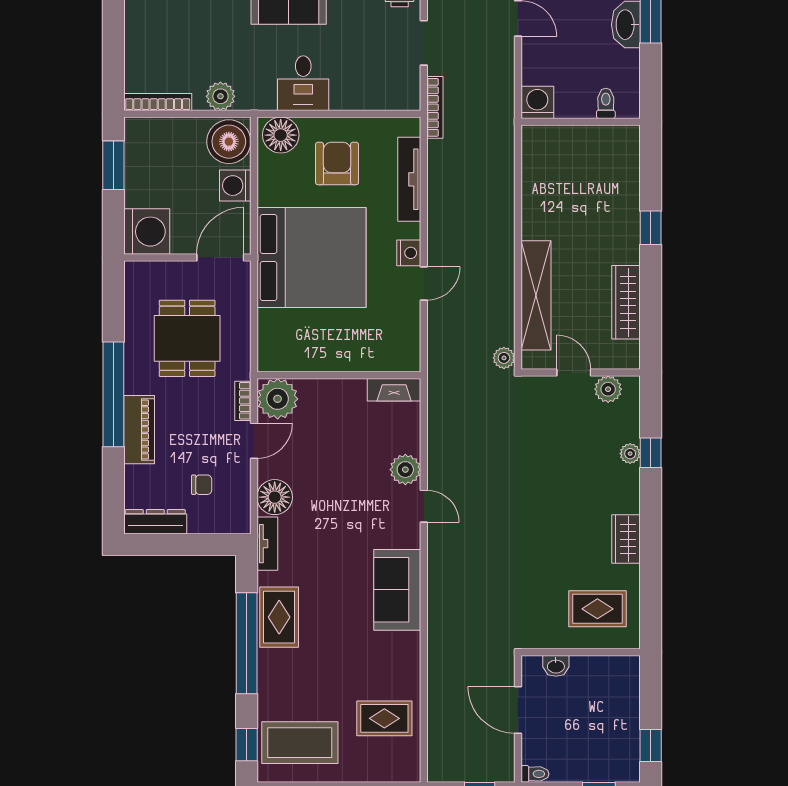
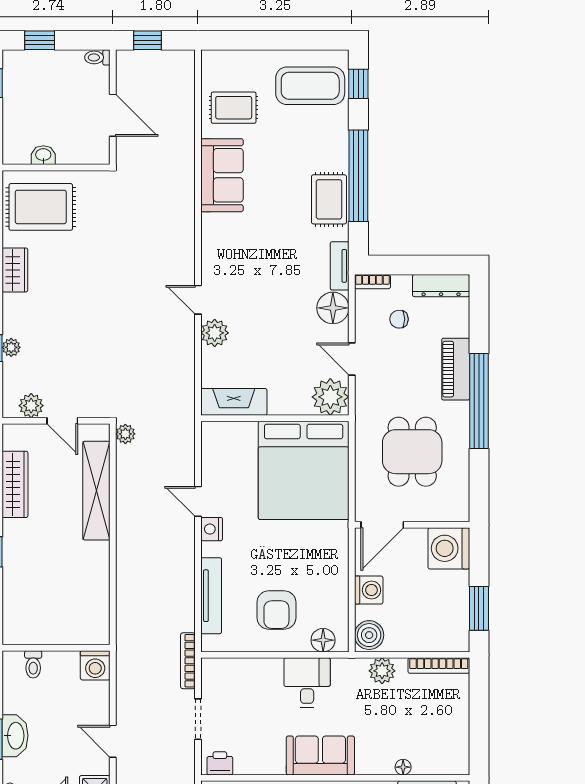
floor lamp: (281, 135) -> (323, 640), width x0.73, depth x0.73
boiler: (229, 142) -> (369, 635), width x0.73, depth x0.73
bed: (311, 258) -> (304, 470), moved, turned -90
door: (424, 283) -> (198, 501), hinge flipped
fireplace: (394, 390) -> (234, 402), width x1.37, depth x1.32
bookcase: (243, 401) -> (372, 282), moved, turned 90
door: (254, 441) -> (352, 359), hinge flipped
sofa: (397, 590) -> (222, 175), moved
rug: (597, 609) -> (41, 207), width x1.36, depth x1.43
washbasin: (556, 666) -> (43, 155), moved

